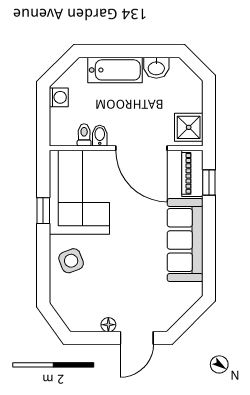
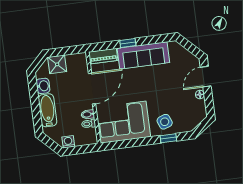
shower: (189, 127) -> (57, 64), moved
window: (209, 182) -> (128, 43), moved
window: (43, 211) -> (168, 138), moved
door: (137, 338) -> (206, 77), swing flipped

